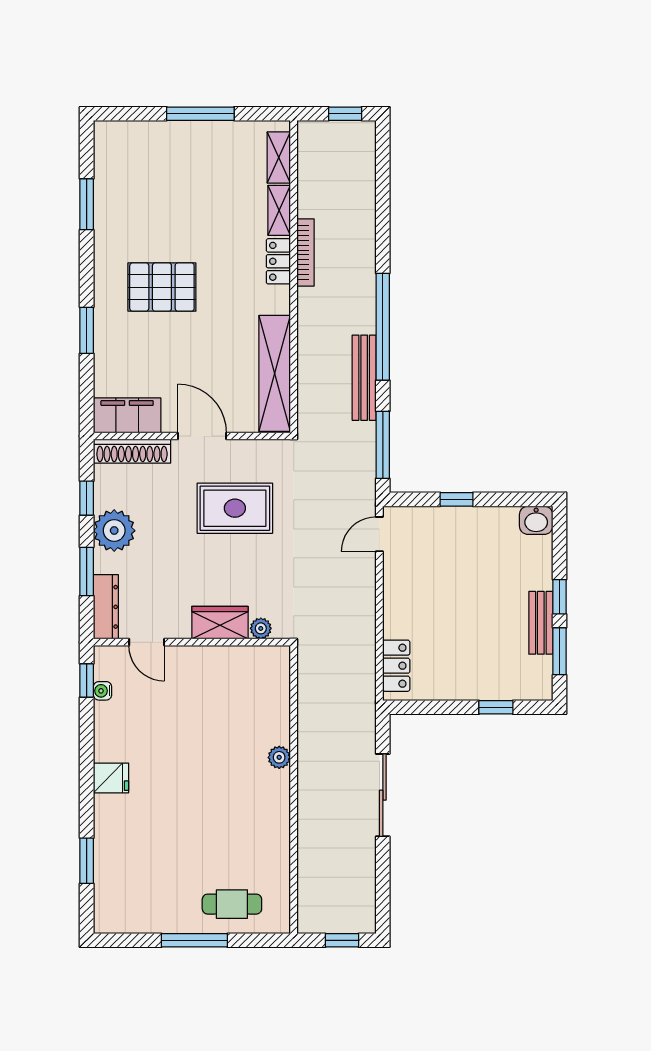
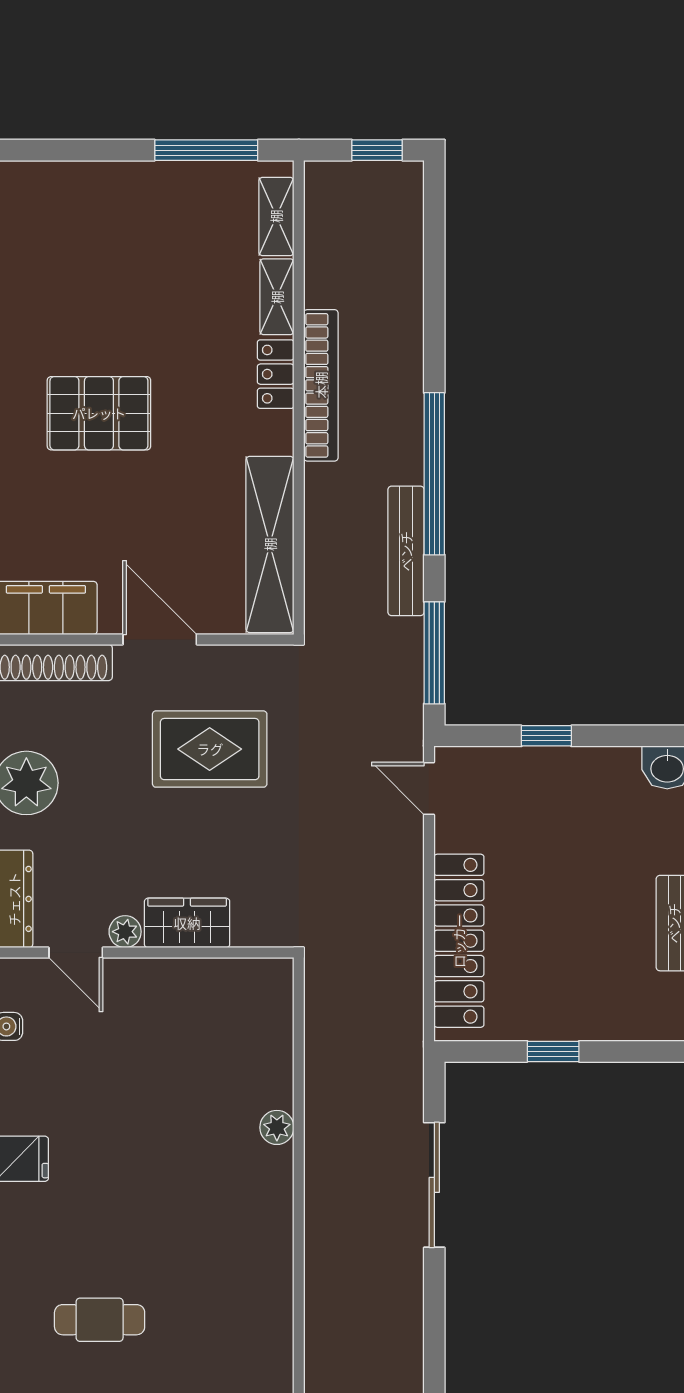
window: (200, 114) -> (206, 150), moved
bookcase: (305, 253) -> (321, 385), width x1.48, depth x1.31
door: (379, 534) -> (429, 789), hinge flipped
plant: (261, 628) -> (125, 932), moved
locker: (396, 666) -> (459, 941), width x2.16, depth x1.21
window: (496, 707) -> (553, 1051), moved
cafe table: (232, 904) -> (100, 1320), moved

